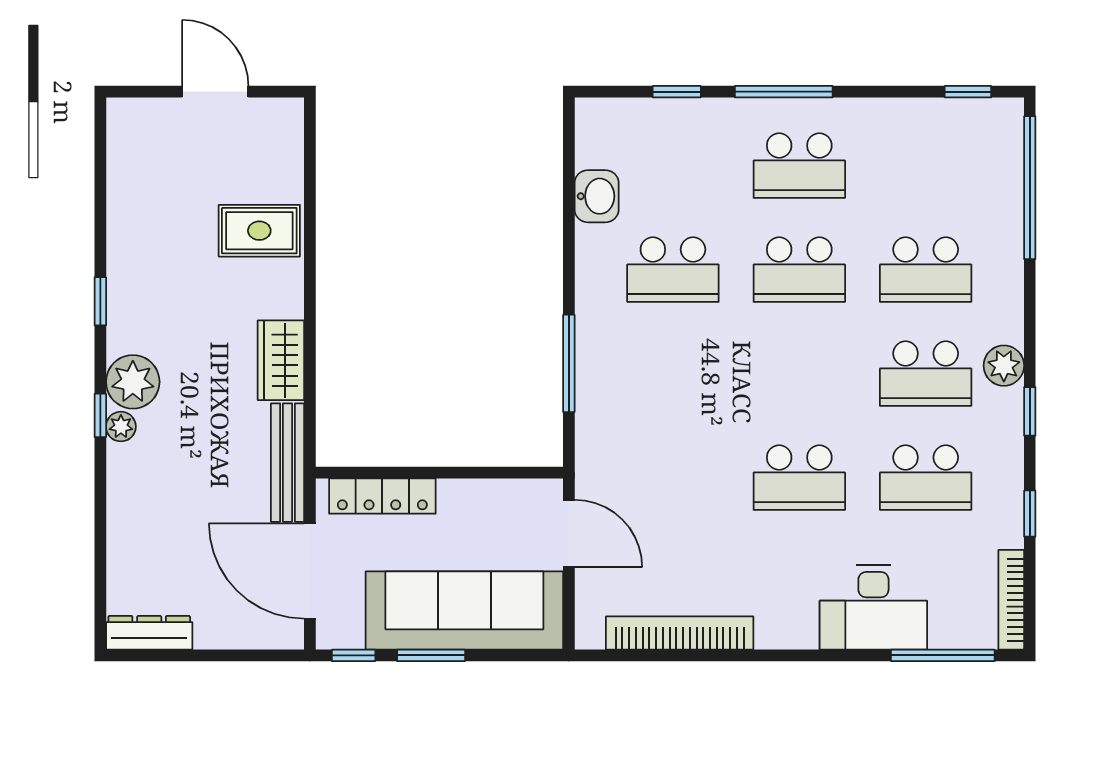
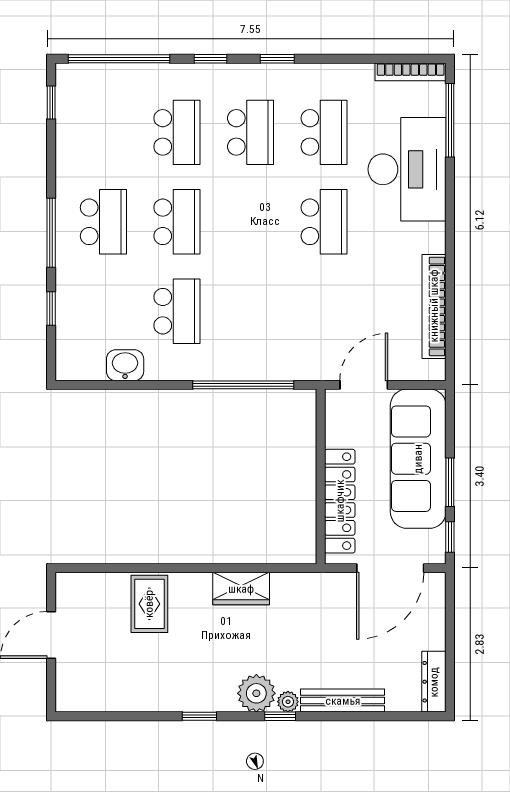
window: (569, 363) -> (243, 385), width x1.46
plant: (1004, 366) -> (245, 77), removed
bench: (288, 463) -> (343, 701), moved
locker: (382, 496) -> (340, 501), width x1.41, depth x1.21
window: (1030, 514) -> (211, 59), moved
desk: (873, 607) -> (407, 169), width x1.36, depth x1.30

